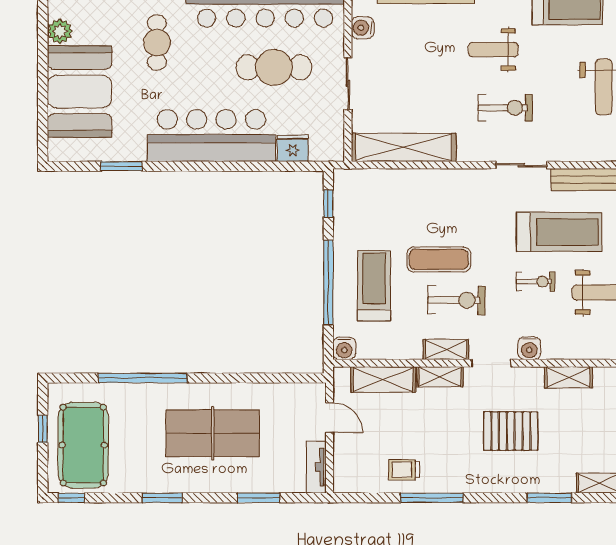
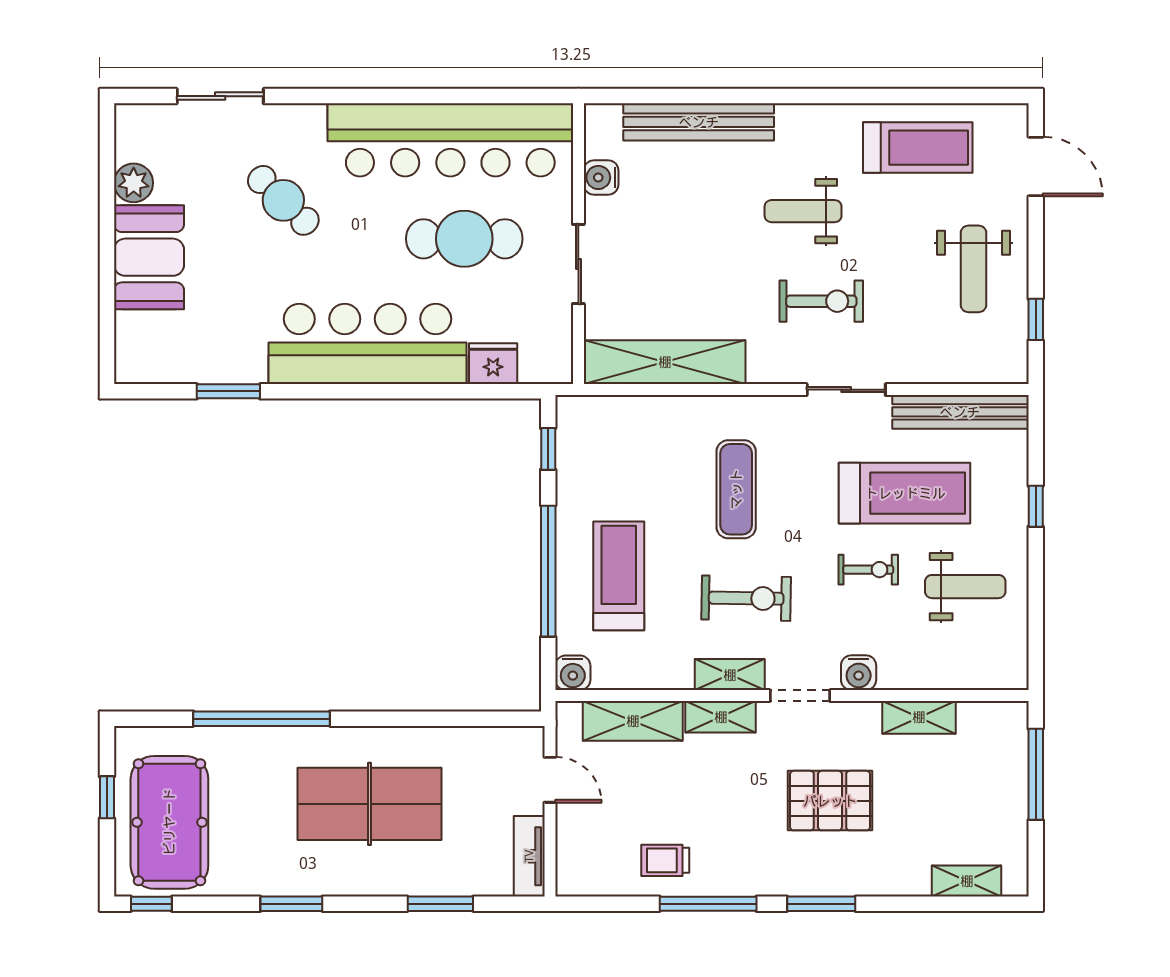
cafe table: (157, 43) -> (283, 200), turned -46
booth: (80, 92) -> (149, 257), width x0.73, depth x0.70
exercise mat: (439, 259) -> (736, 489), moved, turned 90
window: (549, 498) -> (821, 904), moved

